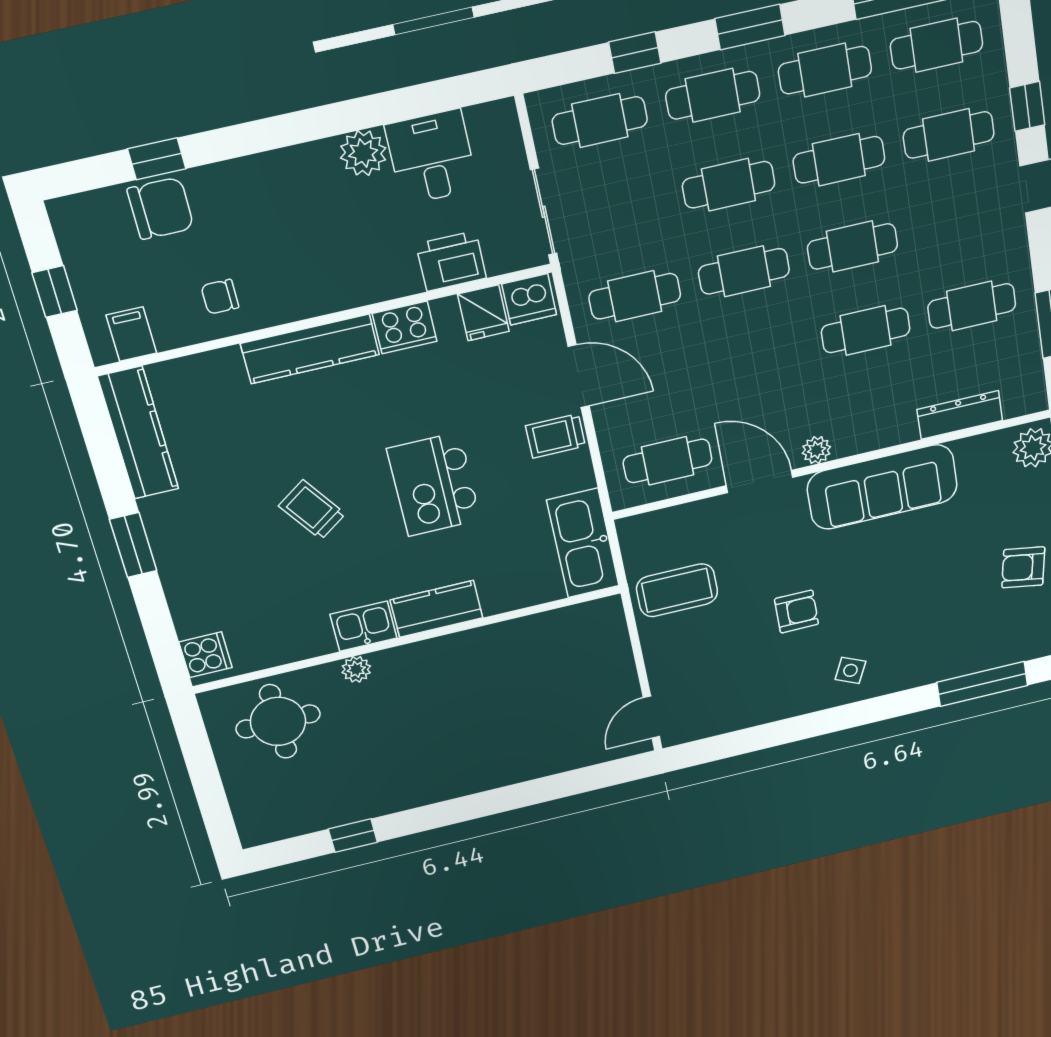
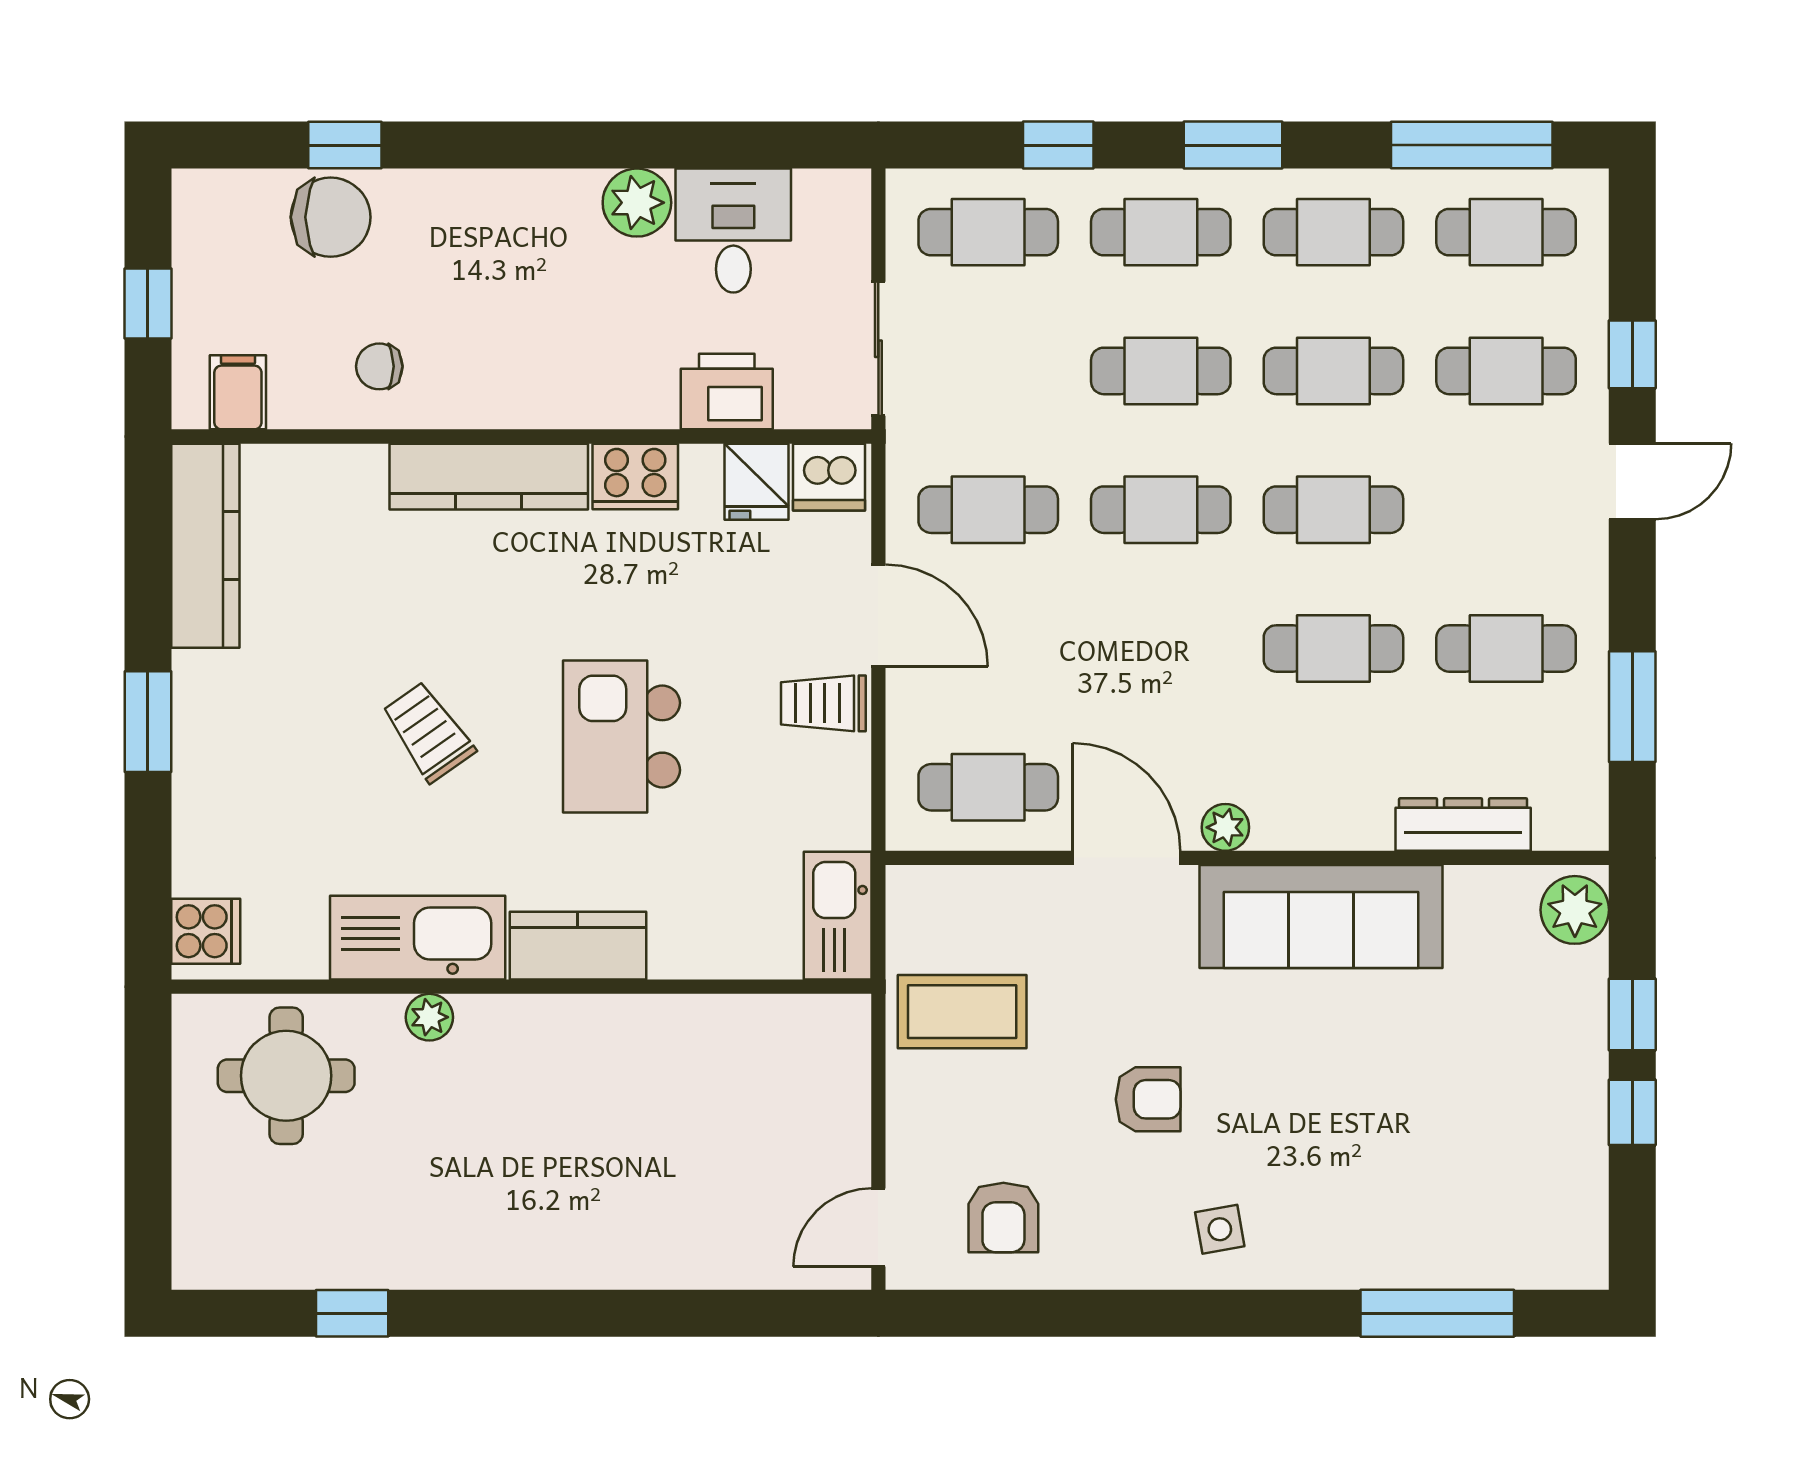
kitchen sink: (583, 543) -> (838, 916), width x0.73, depth x0.81
armchair: (1023, 567) -> (1003, 1217), moved, turned -100
kitchen sink: (363, 626) -> (418, 938), width x1.88, depth x1.24
side table: (850, 670) -> (1220, 1229), turned -35

